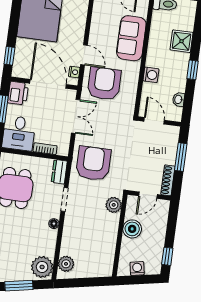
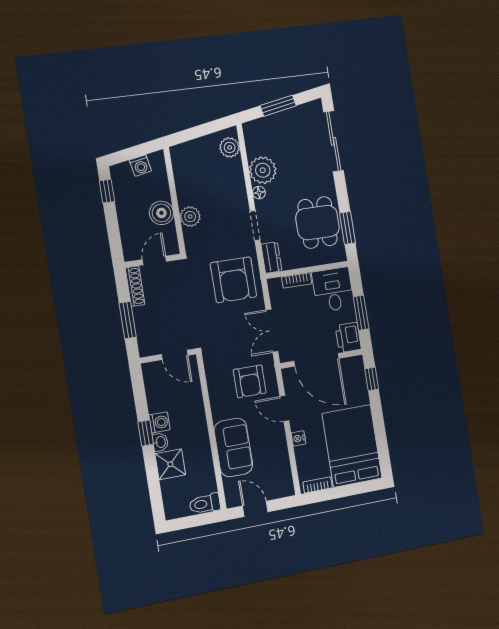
nightstand: (74, 72) -> (298, 438), moved
washing machine: (151, 75) -> (159, 422), moved, turned 180
armchair: (104, 84) -> (250, 381), width x0.73, depth x0.73
washbasin: (179, 99) -> (160, 442), moved
plant: (114, 205) -> (190, 217), moved
plant: (42, 267) -> (263, 170), moved

